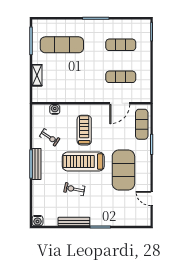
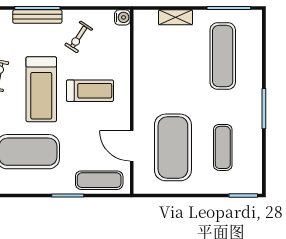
exercise mat: (121, 77) -> (173, 147), width x2.00, depth x1.45
water cooler: (55, 109) -> (122, 17), moved
treadmill: (83, 161) -> (41, 89), turned 180

